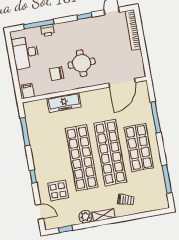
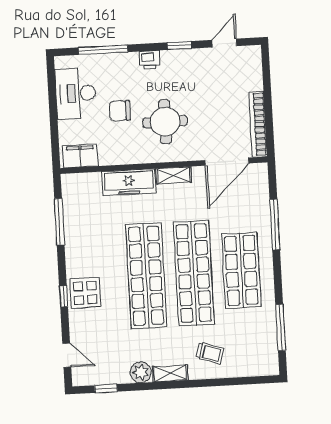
bookcase: (133, 30) -> (258, 124), moved
printer: (47, 31) -> (150, 60), moved
chair: (57, 74) -> (120, 111), moved
filing cabinet: (28, 91) -> (80, 156), width x2.00
shelving: (91, 95) -> (174, 175), added
display table: (58, 191) -> (85, 293), moved

